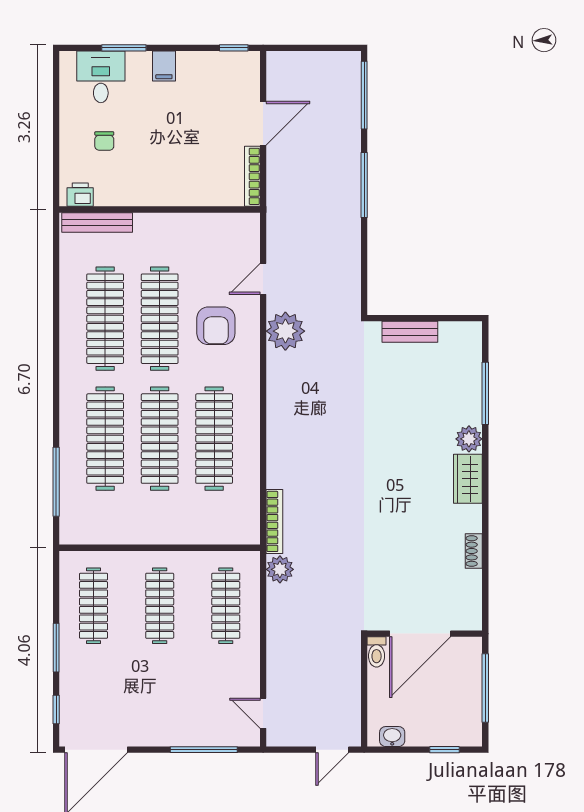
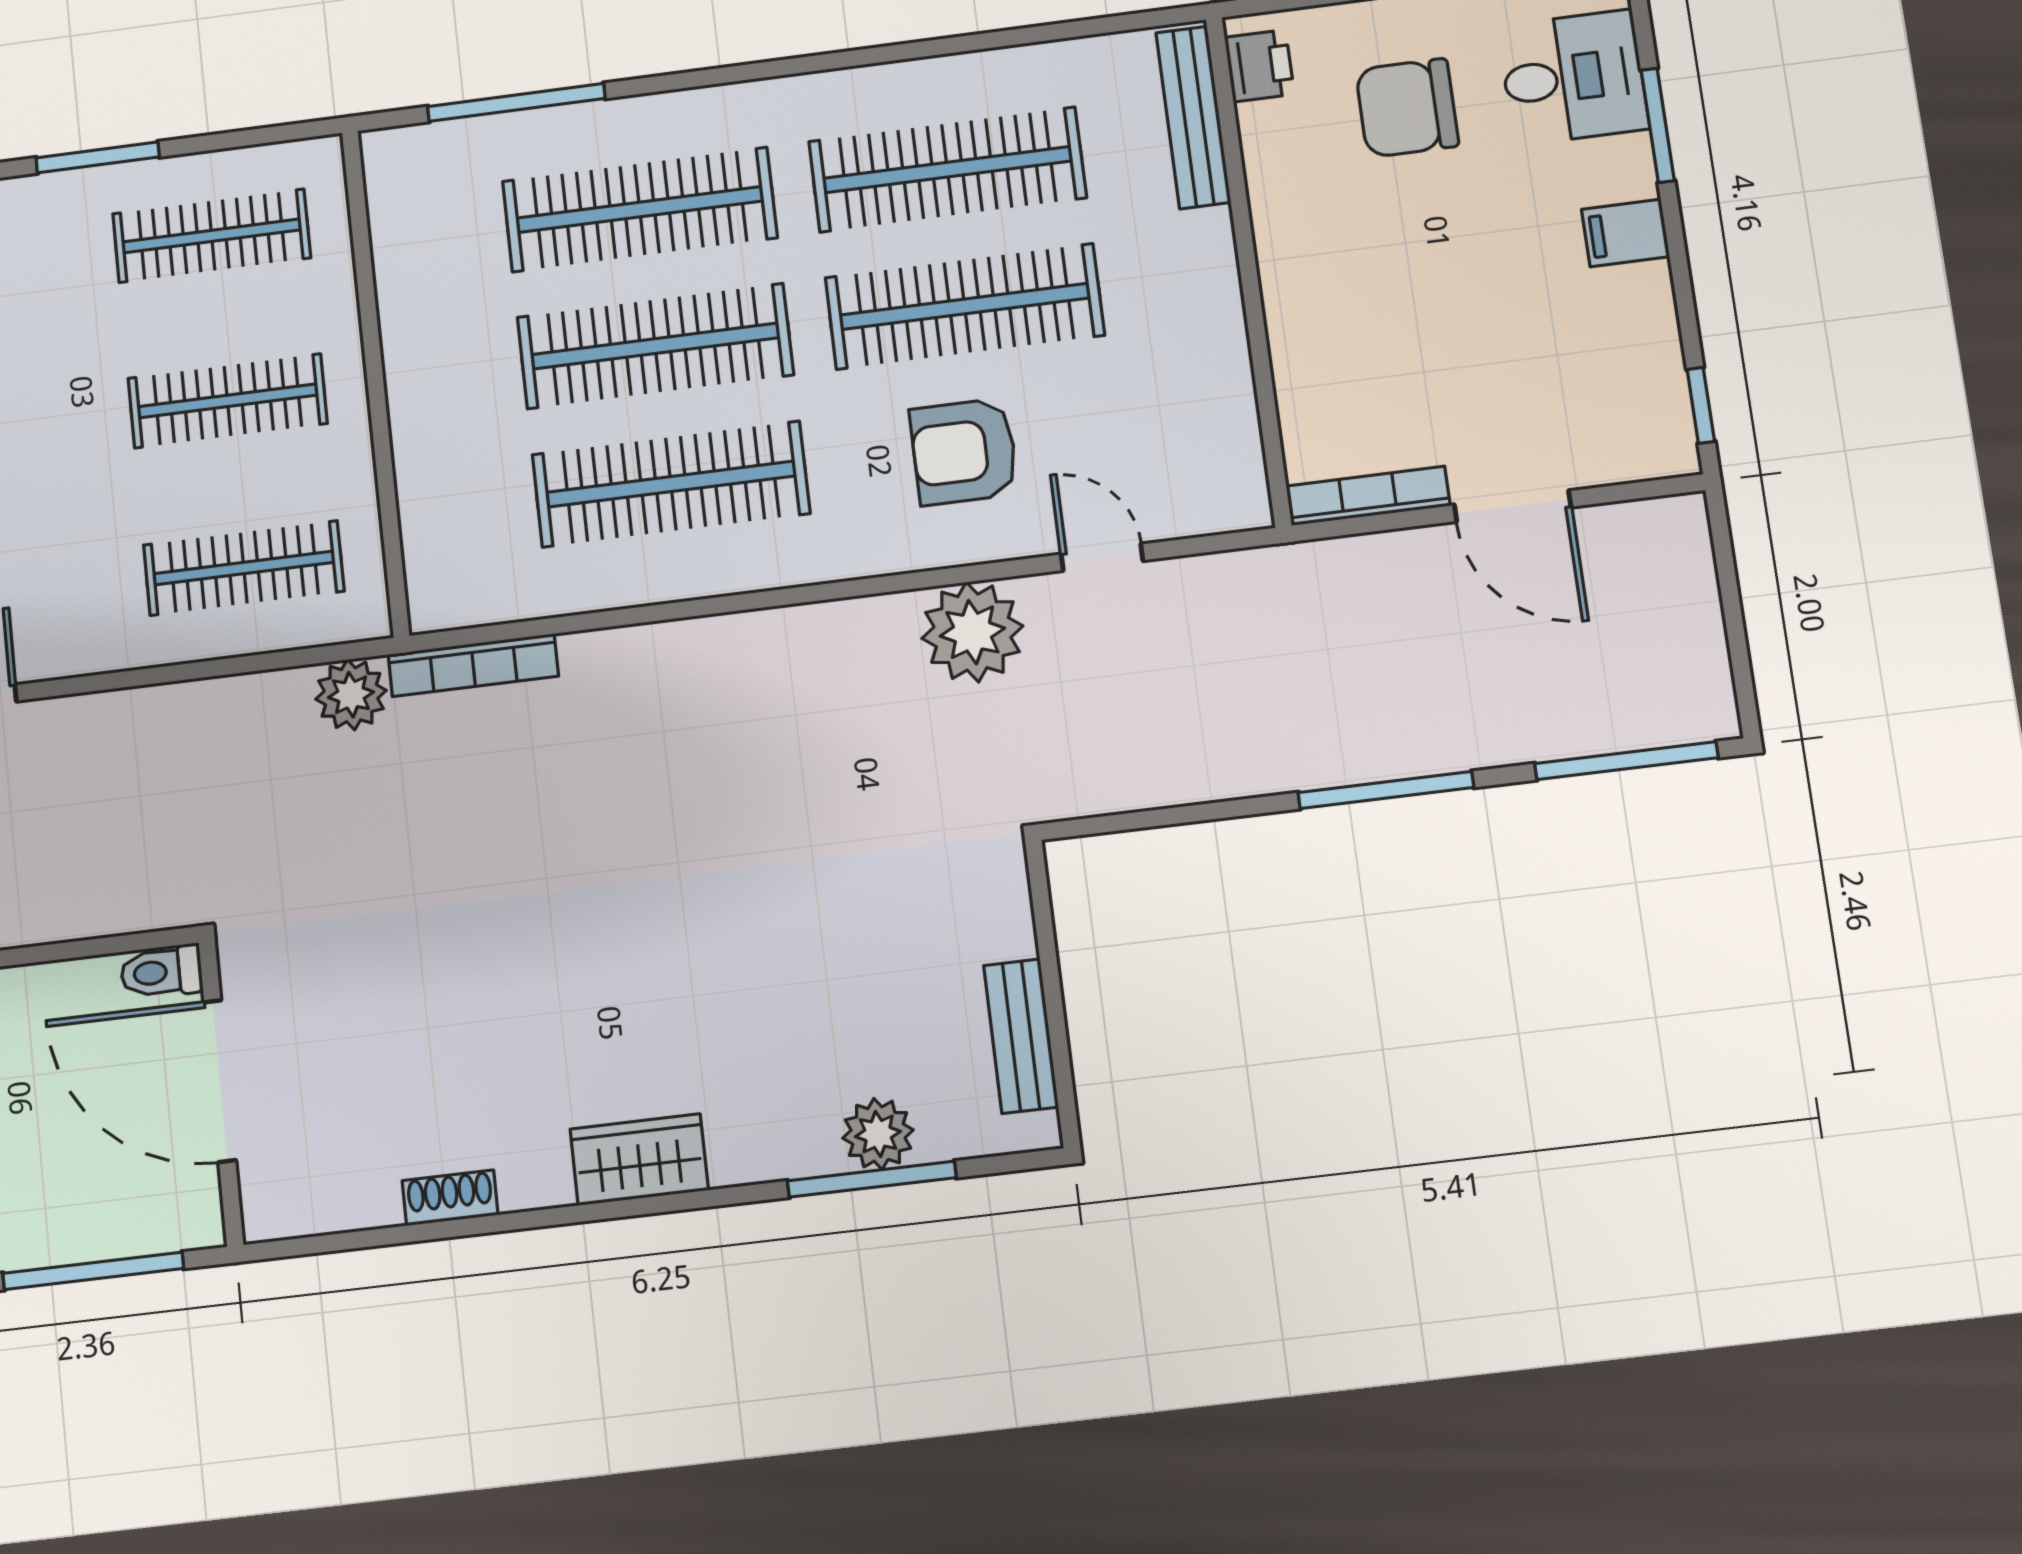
chair: (104, 141) -> (1407, 108), width x1.87, depth x1.87
bench: (410, 332) -> (1021, 1036), moved
plant: (469, 439) -> (878, 1134), moved

